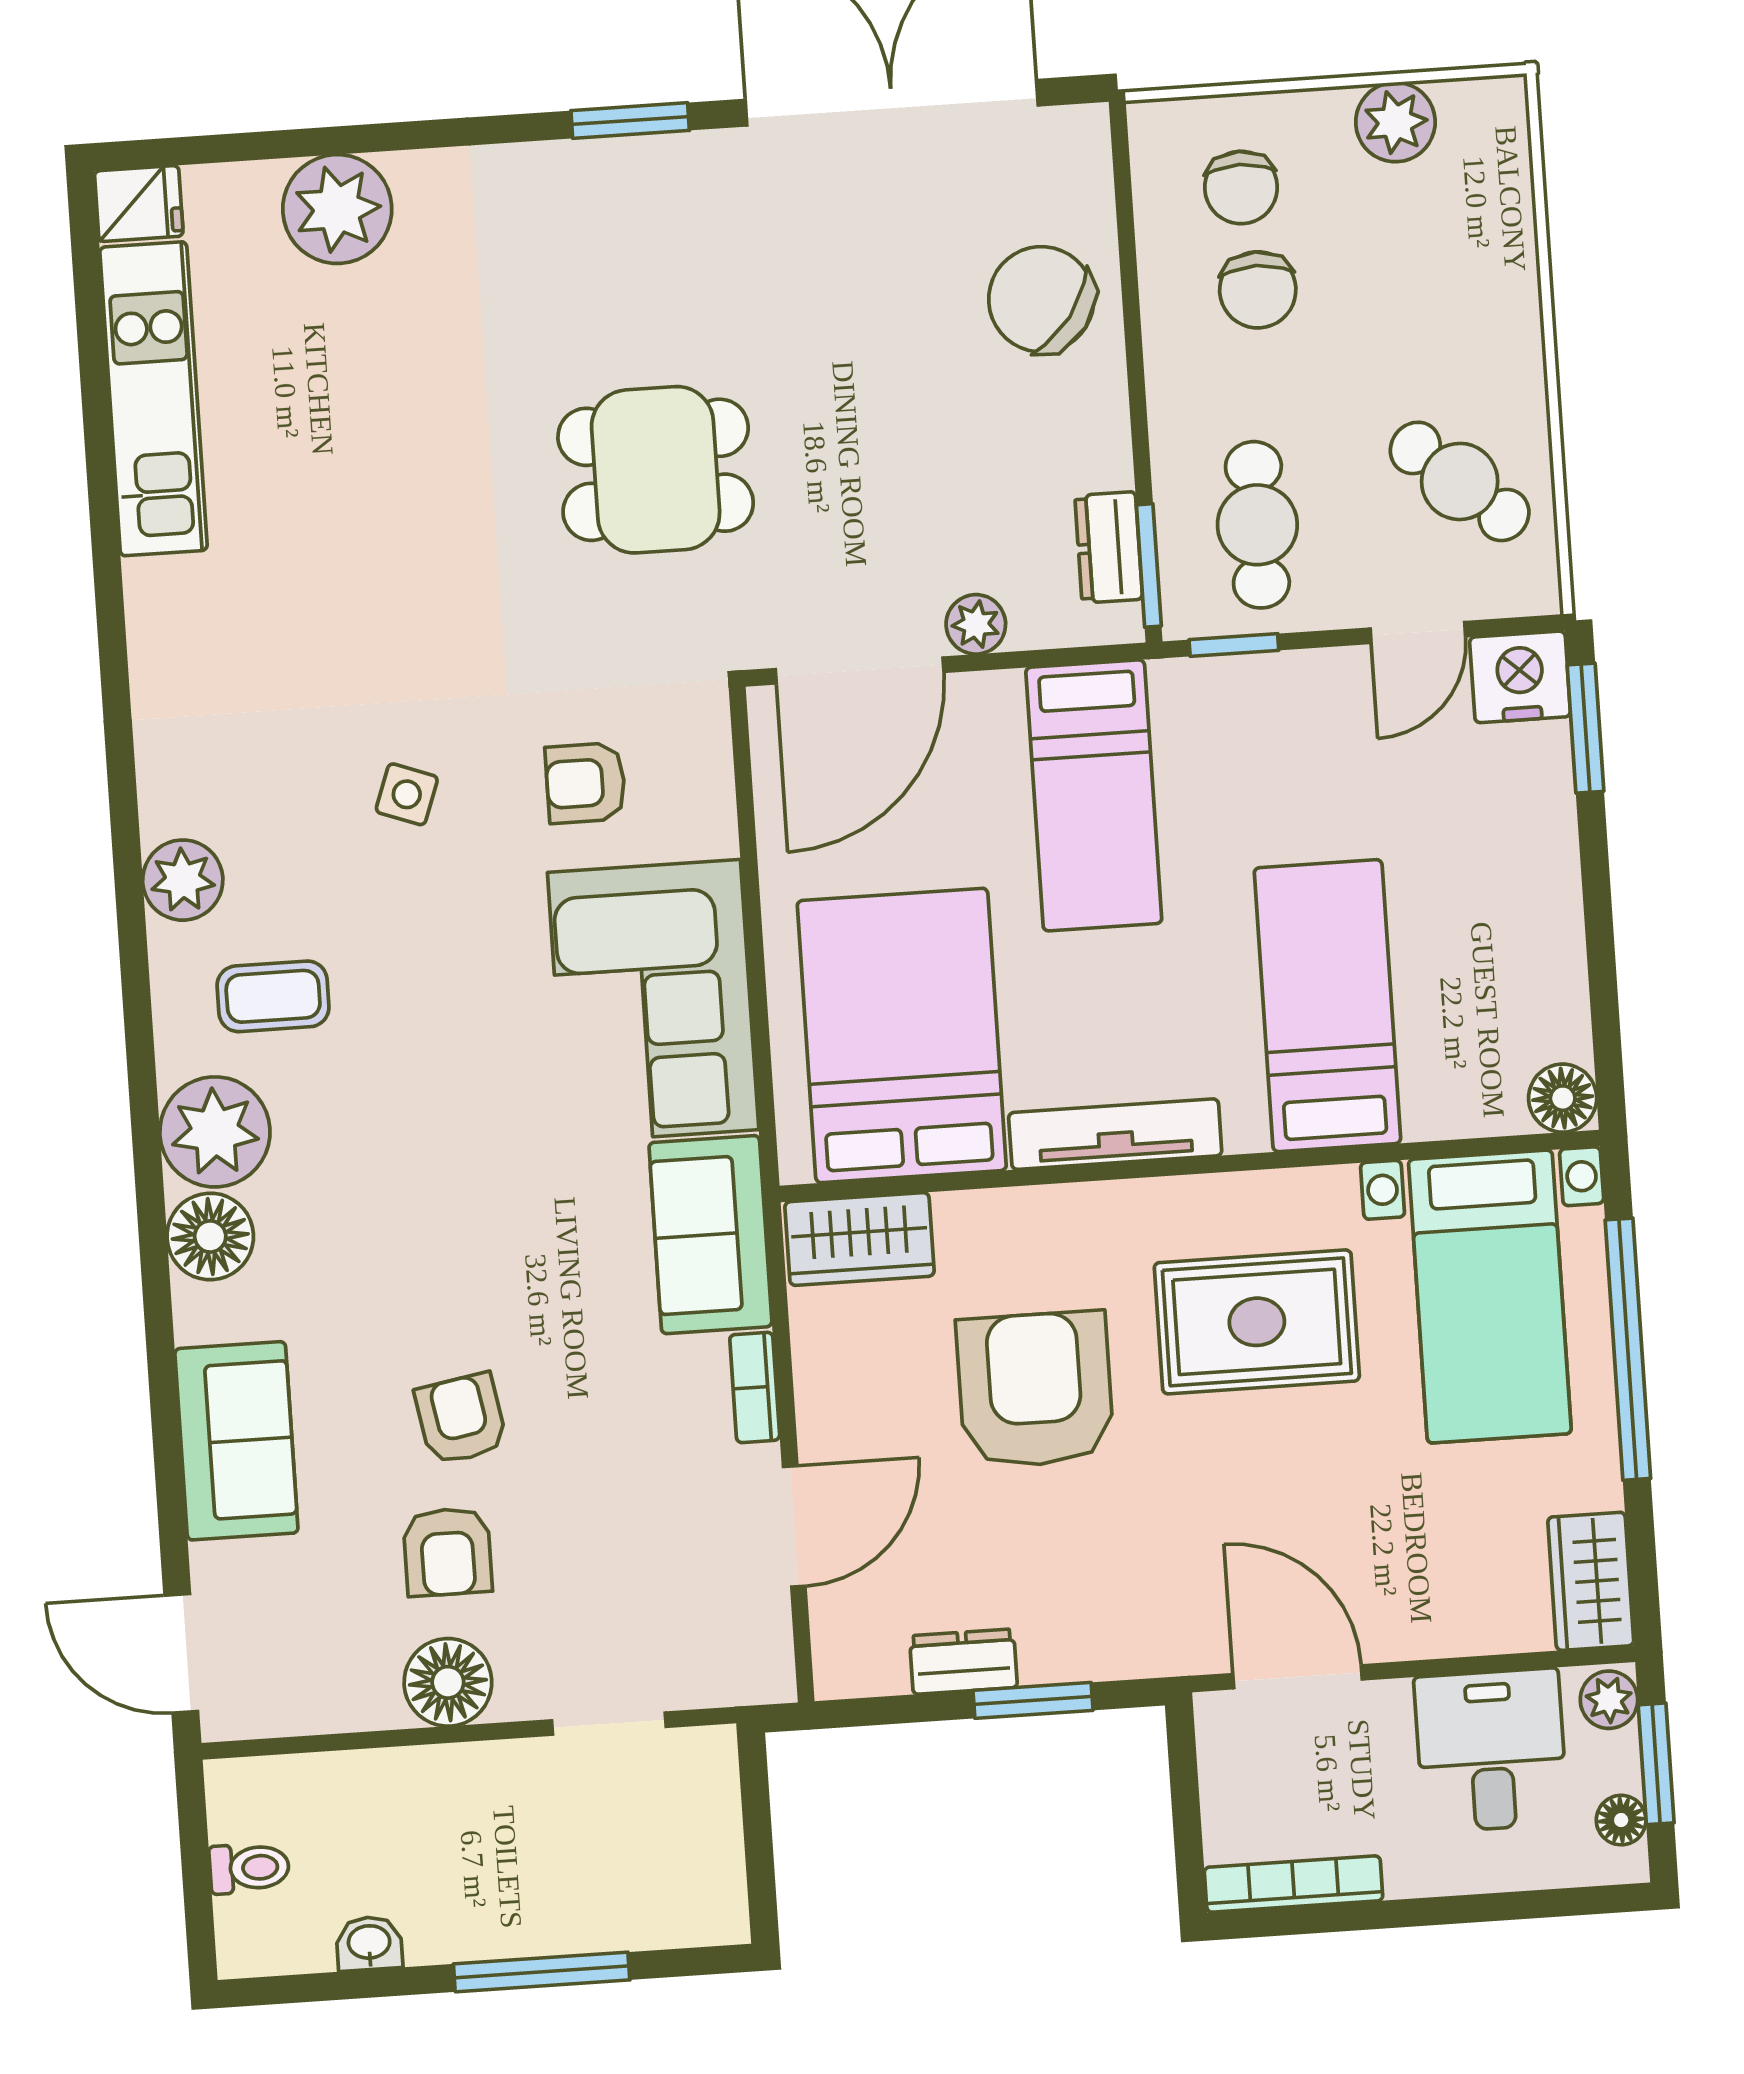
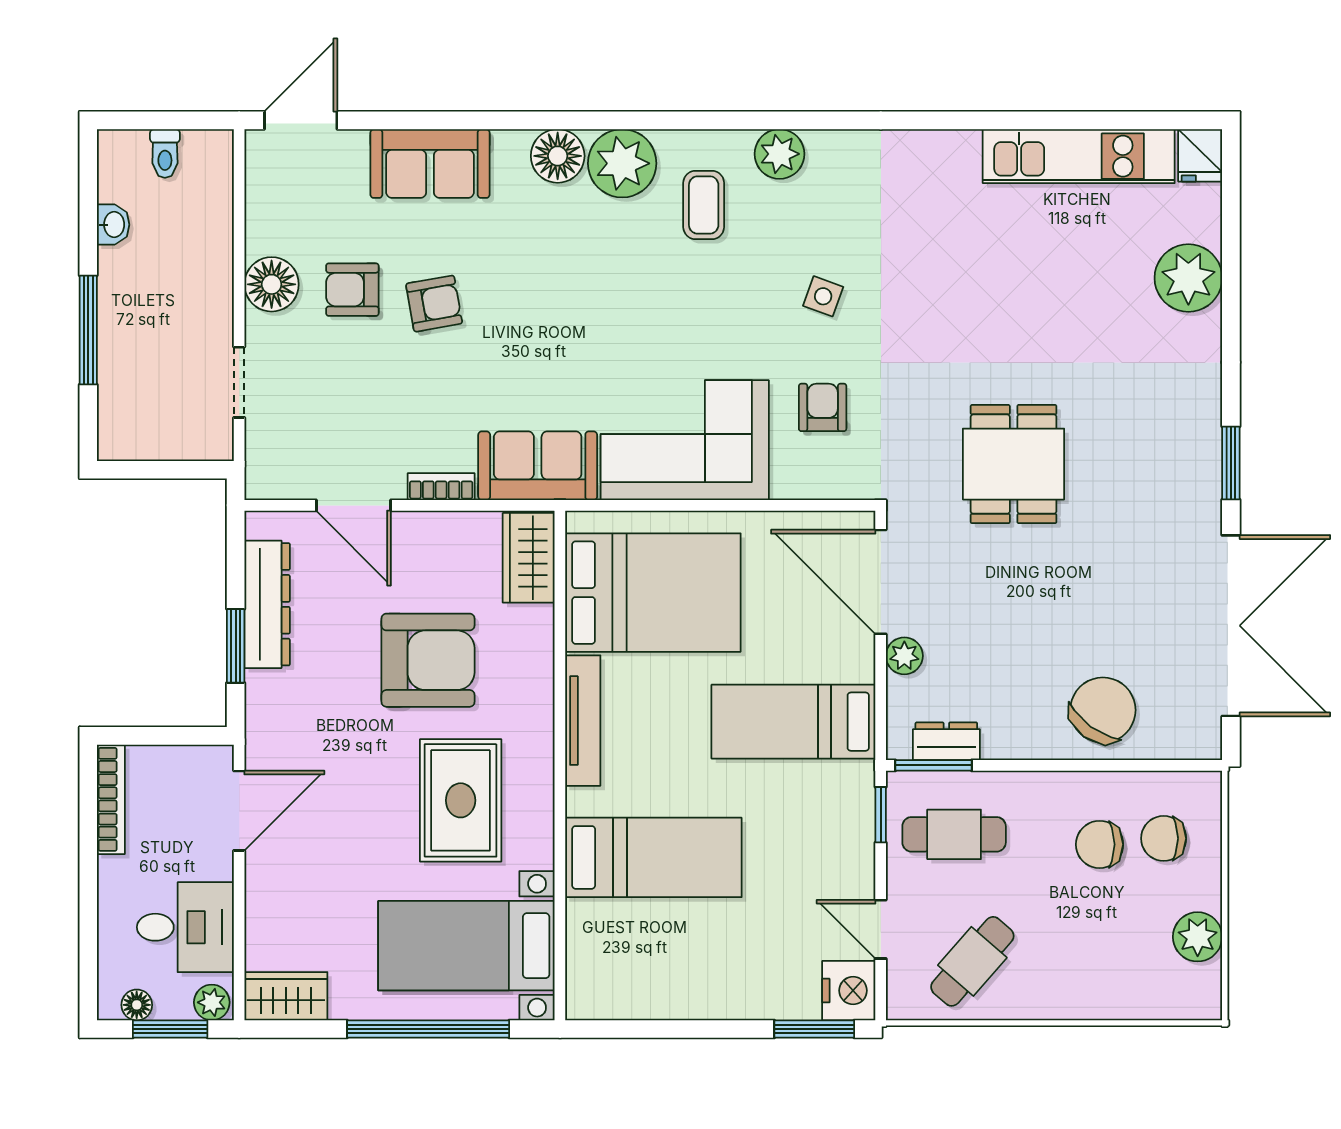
floor lamp: (1563, 1098) -> (586, 999), removed
dresser: (963, 1662) -> (267, 604), width x1.96, depth x1.24

